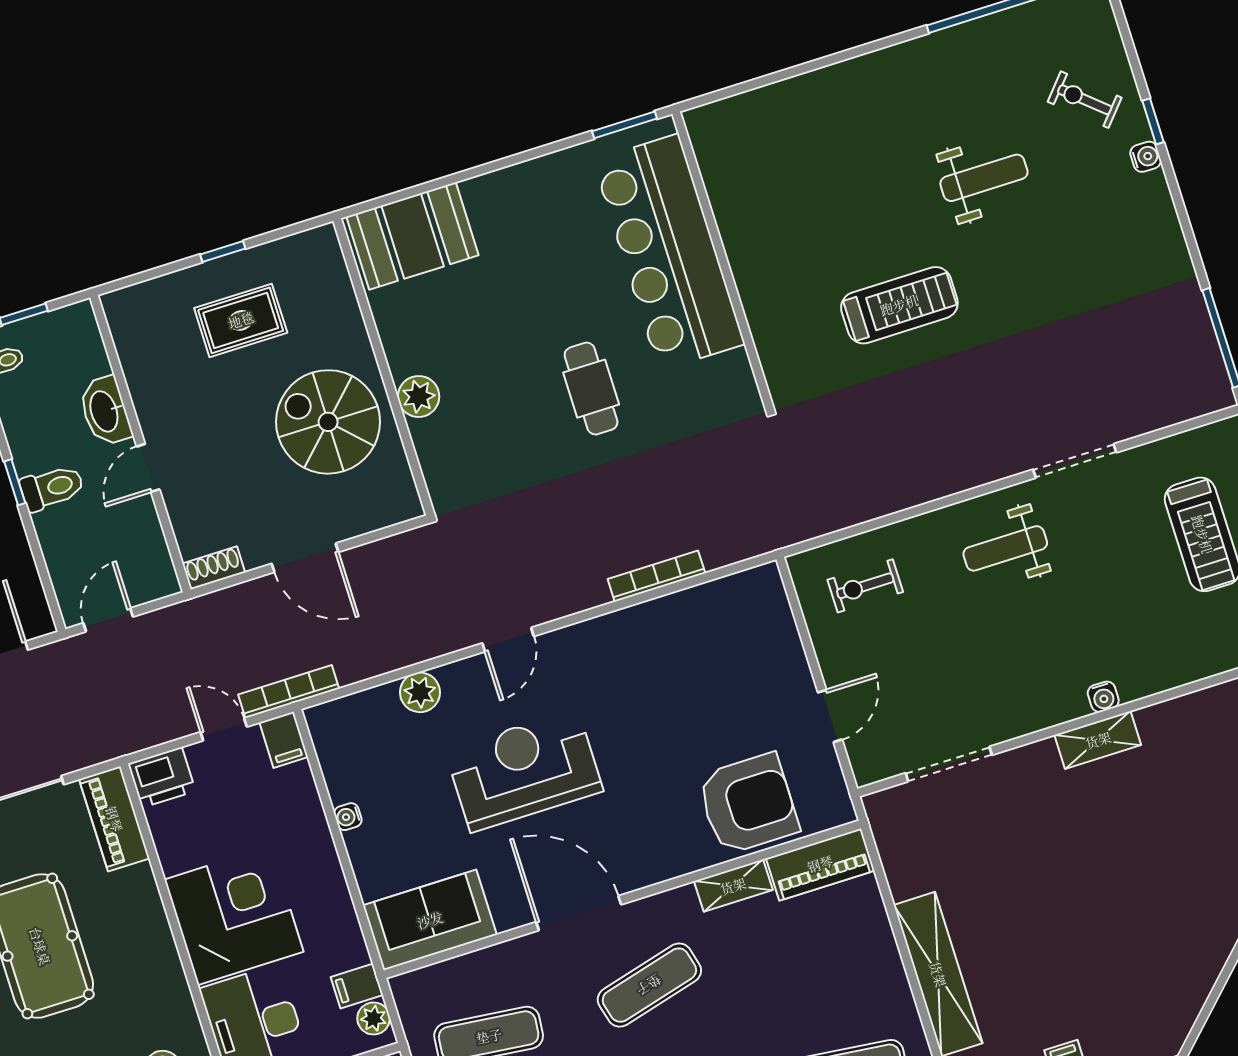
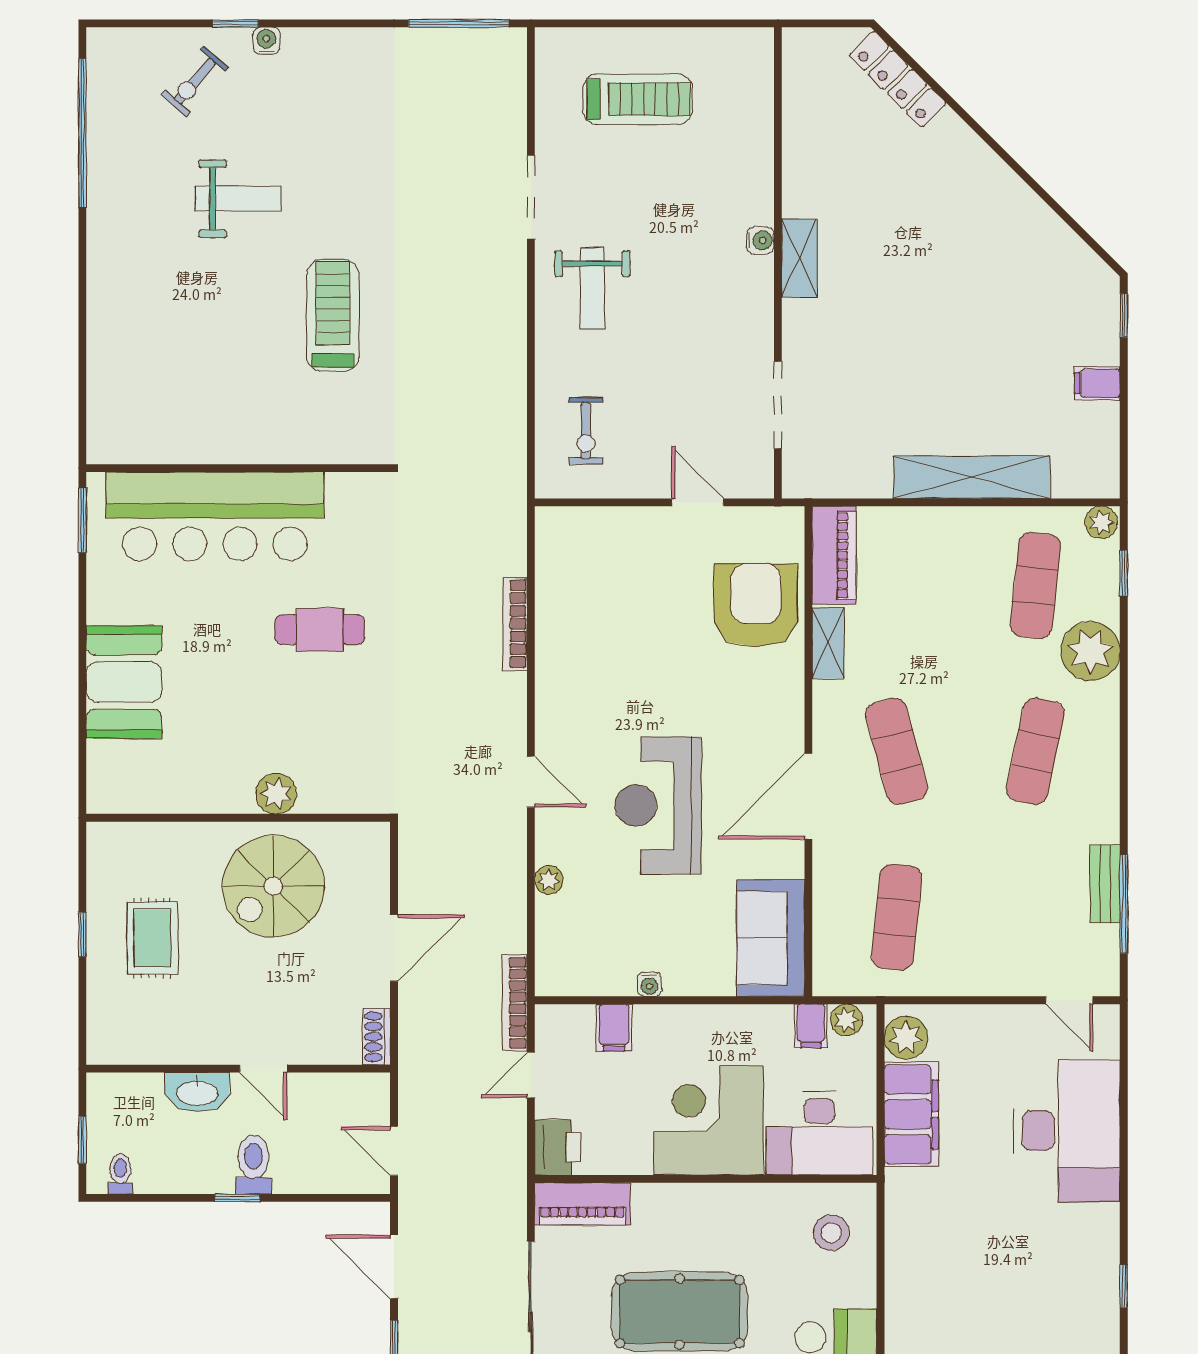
weight bench: (984, 178) -> (238, 199), turned 90
booth: (413, 236) -> (124, 682), moved
plant: (420, 692) -> (549, 880), width x0.73, depth x0.73
filing cabinet: (284, 740) -> (614, 1028), moved, turned 90

